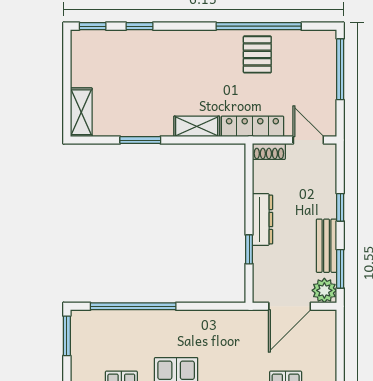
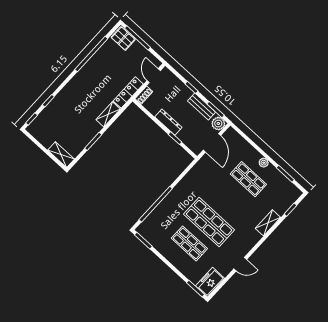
pallet: (257, 54) -> (123, 38), moved
door: (308, 140) -> (154, 76), hinge flipped

